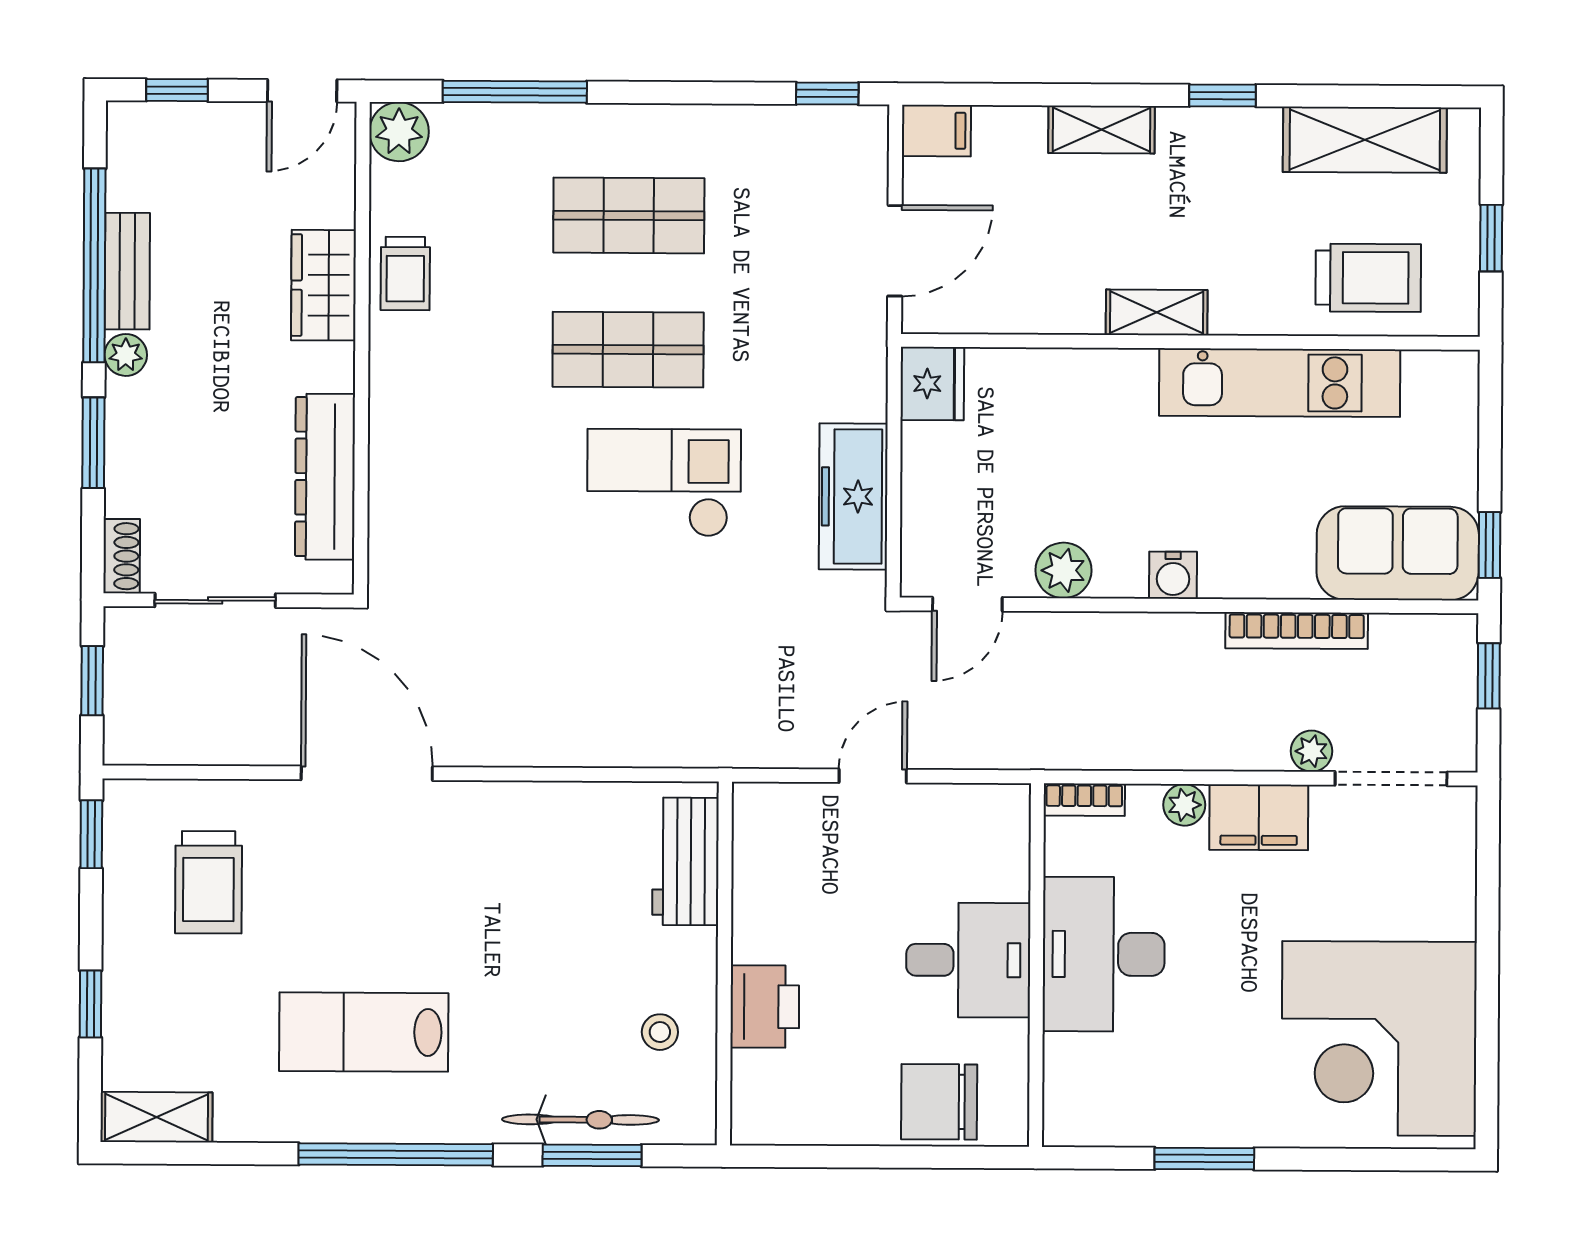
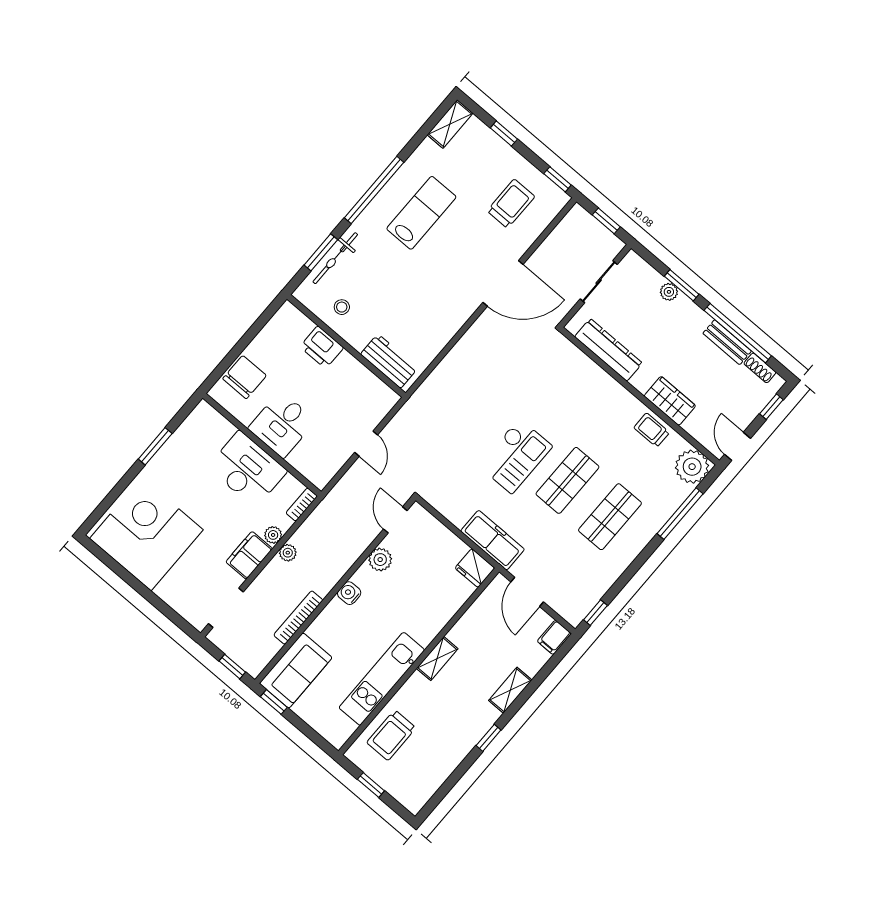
plant: (399, 132) -> (692, 467), width x1.36, depth x1.36
shelving: (1365, 140) -> (436, 771), removed
plant: (126, 355) -> (669, 292), moved
freezer: (853, 497) -> (493, 540), moved
shoe rack: (122, 556) -> (760, 368), moved
plant: (1312, 751) -> (288, 553), moved
trolley: (208, 882) -> (511, 204), turned 90

